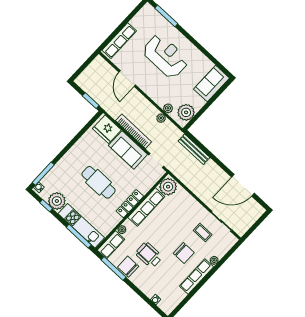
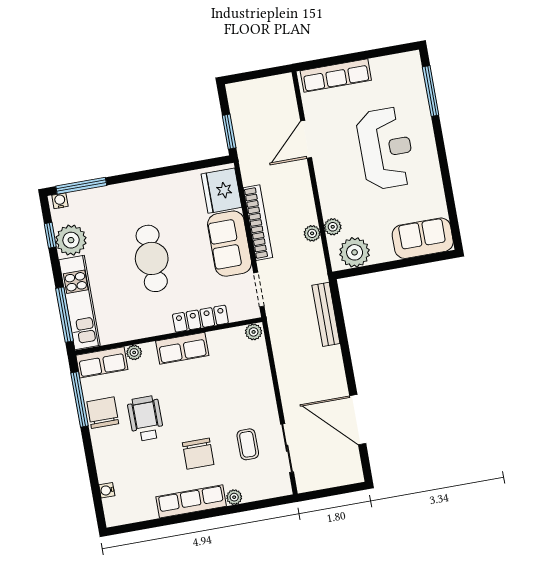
plant: (168, 187) -> (254, 332), width x0.53, depth x0.53
locker: (130, 204) -> (200, 319), moved
row of seats: (146, 207) -> (182, 348), width x0.68

